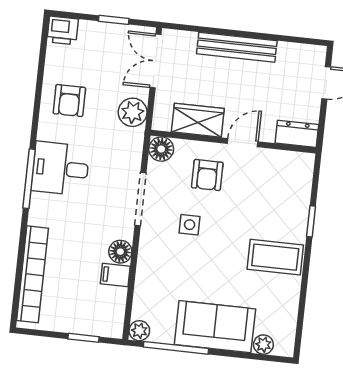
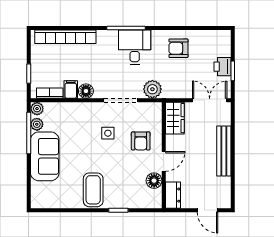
printer: (63, 30) -> (223, 67), moved
plant: (133, 112) -> (152, 89), moved
wardrobe: (198, 120) -> (175, 118), moved
door: (243, 143) -> (164, 161), hinge flipped
floor lamp: (161, 149) -> (154, 181), moved
armchair: (207, 175) -> (141, 141), turned -90
bookcase: (117, 308) -> (50, 93), added
plant: (263, 345) -> (37, 124), moved

